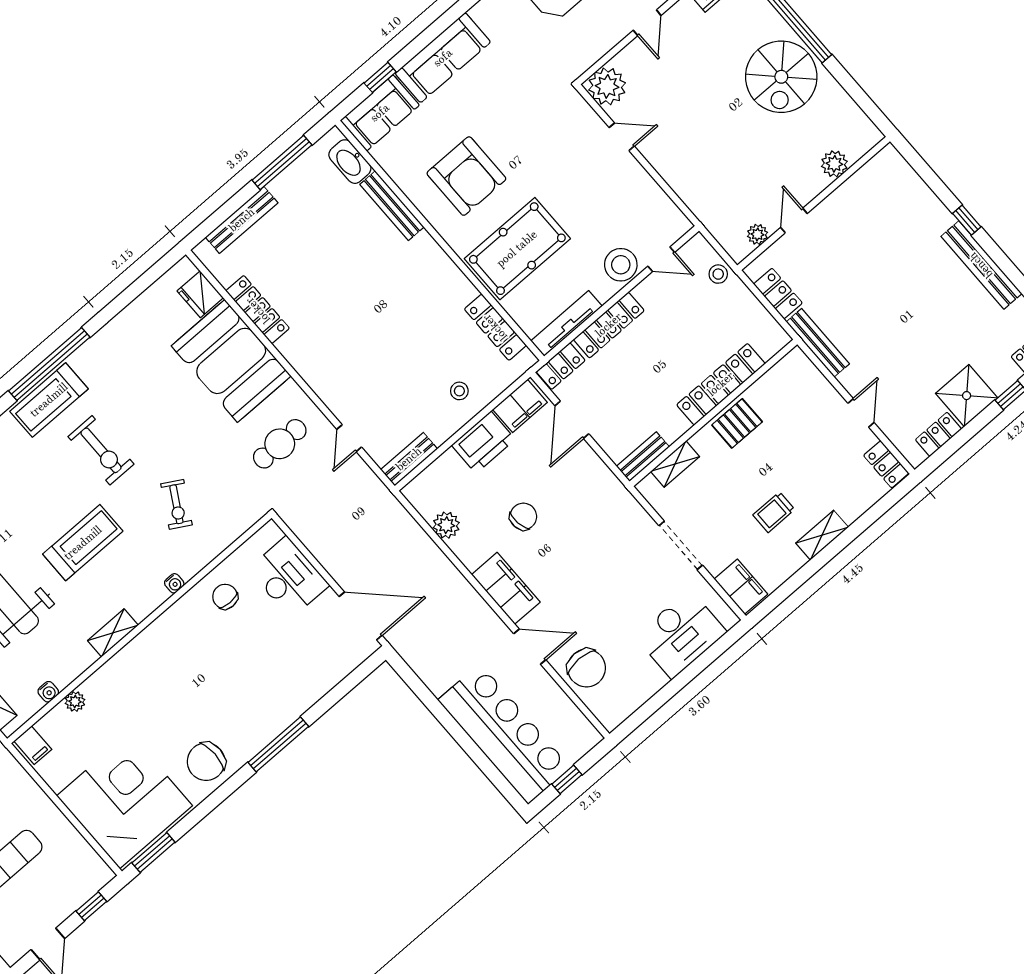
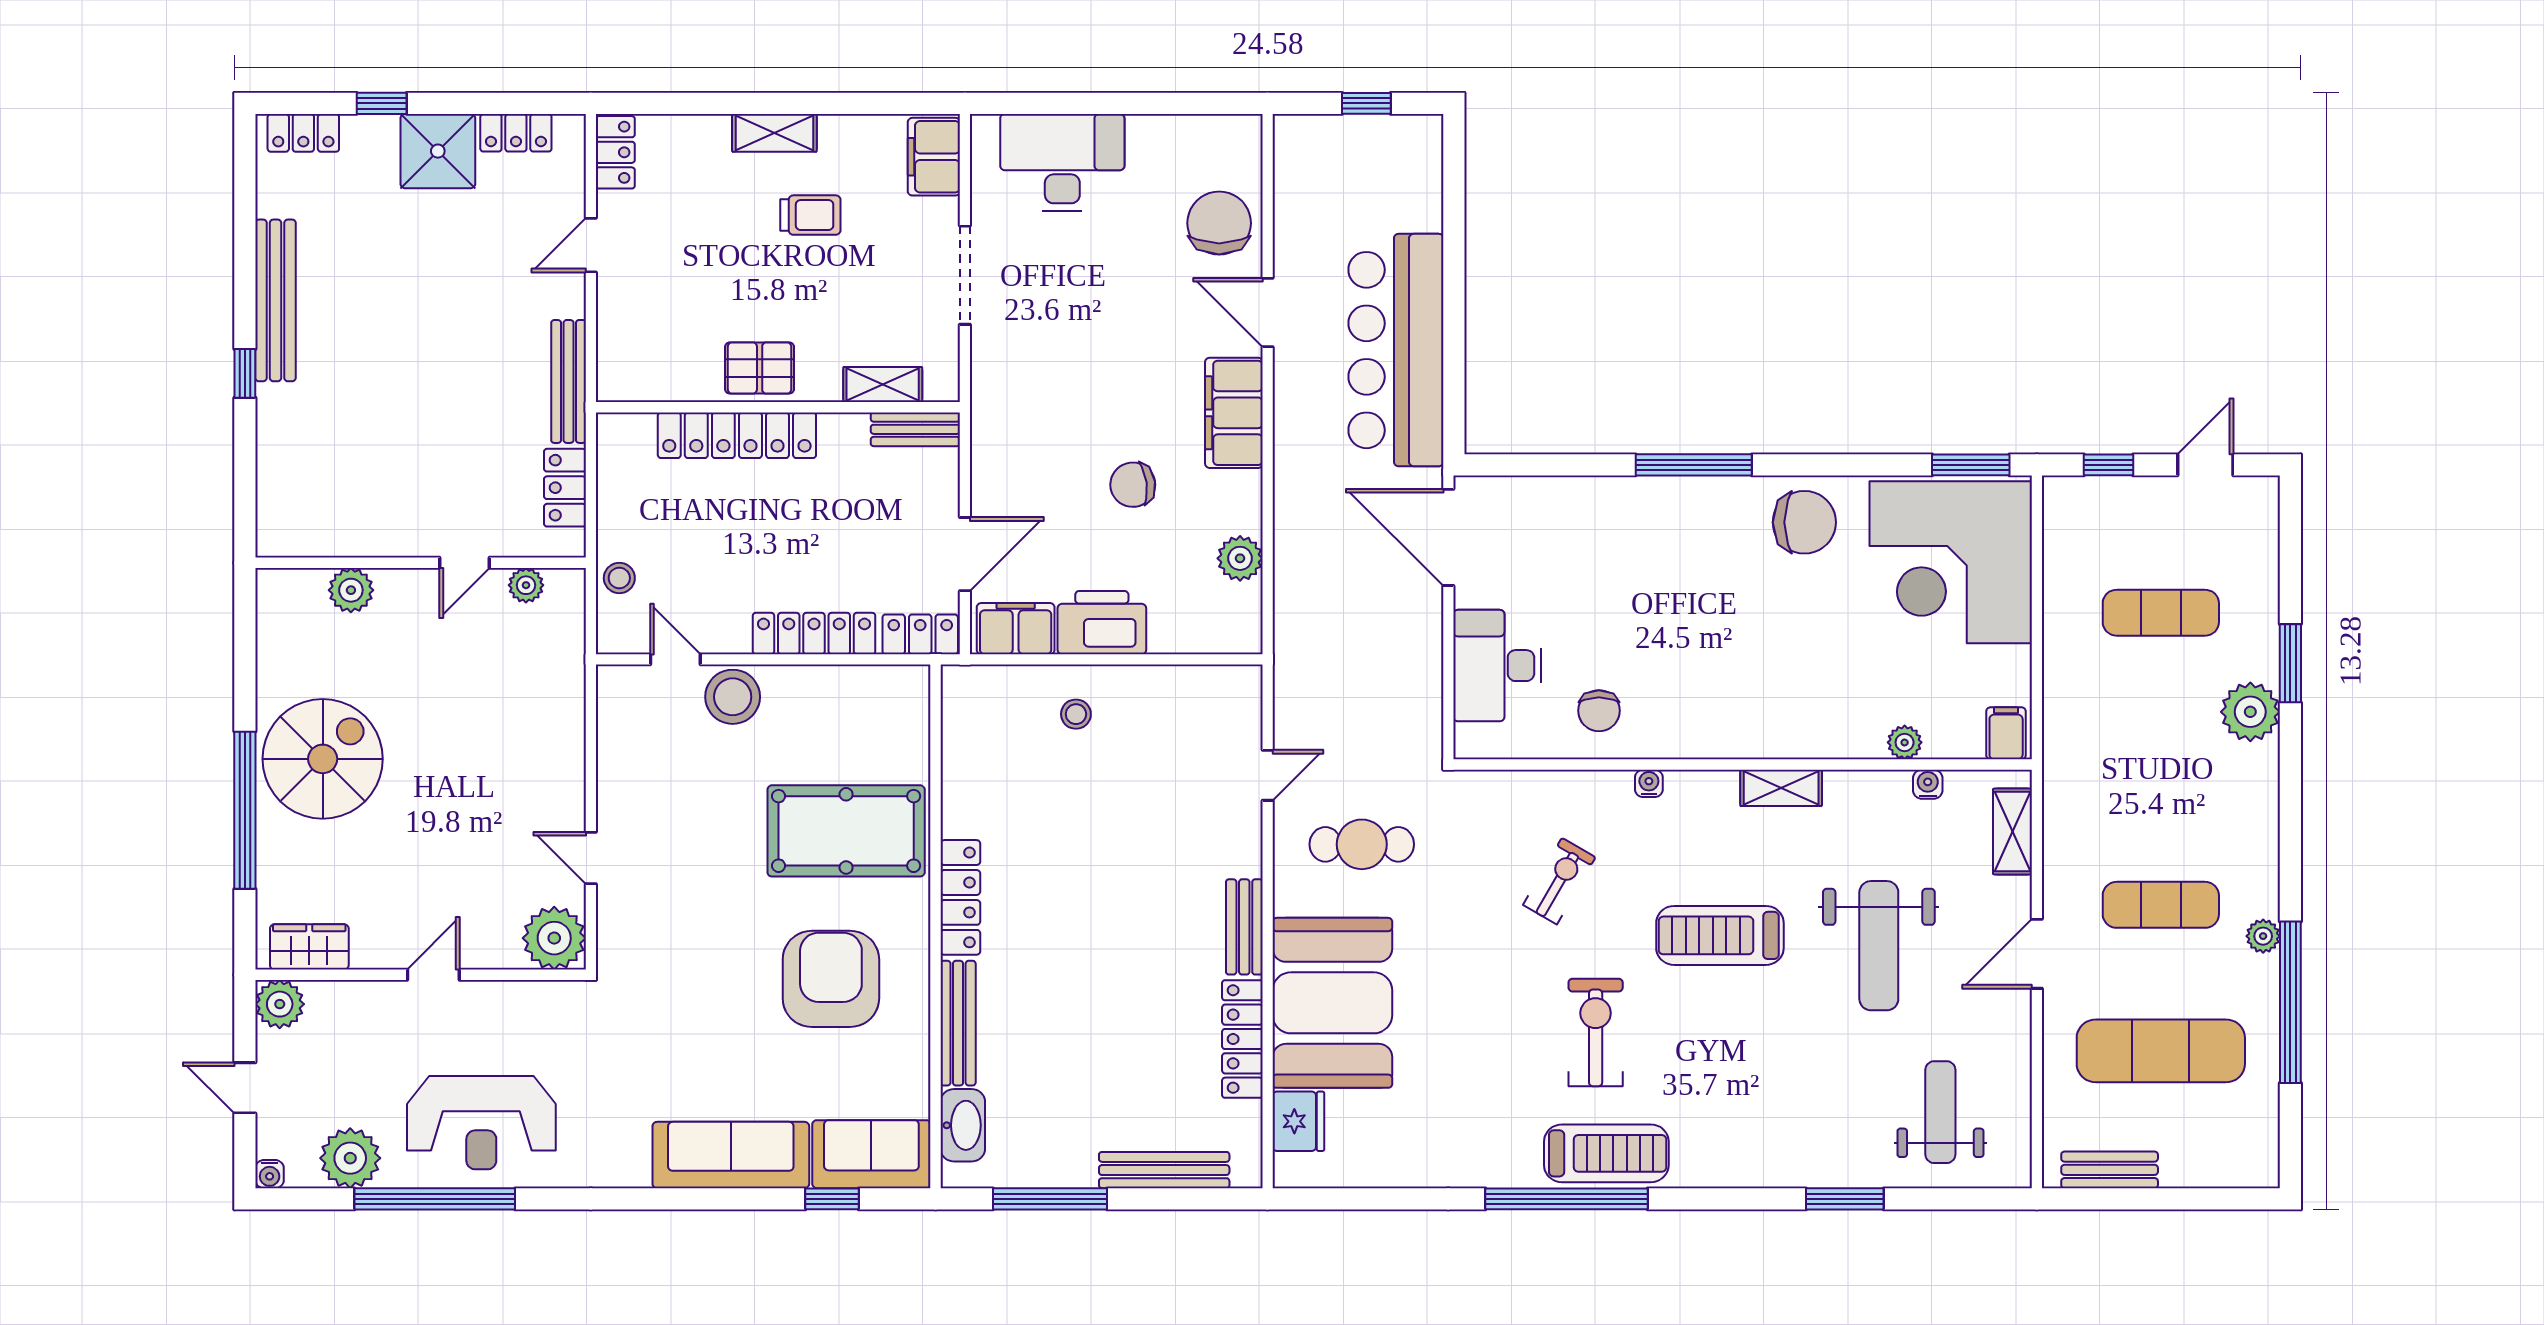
tv unit: (567, 323) -> (866, 682), removed
locker: (495, 327) -> (960, 897), moved
bench: (409, 459) -> (1244, 927), moved, turned 90
bar counter: (504, 734) -> (1396, 350), moved

